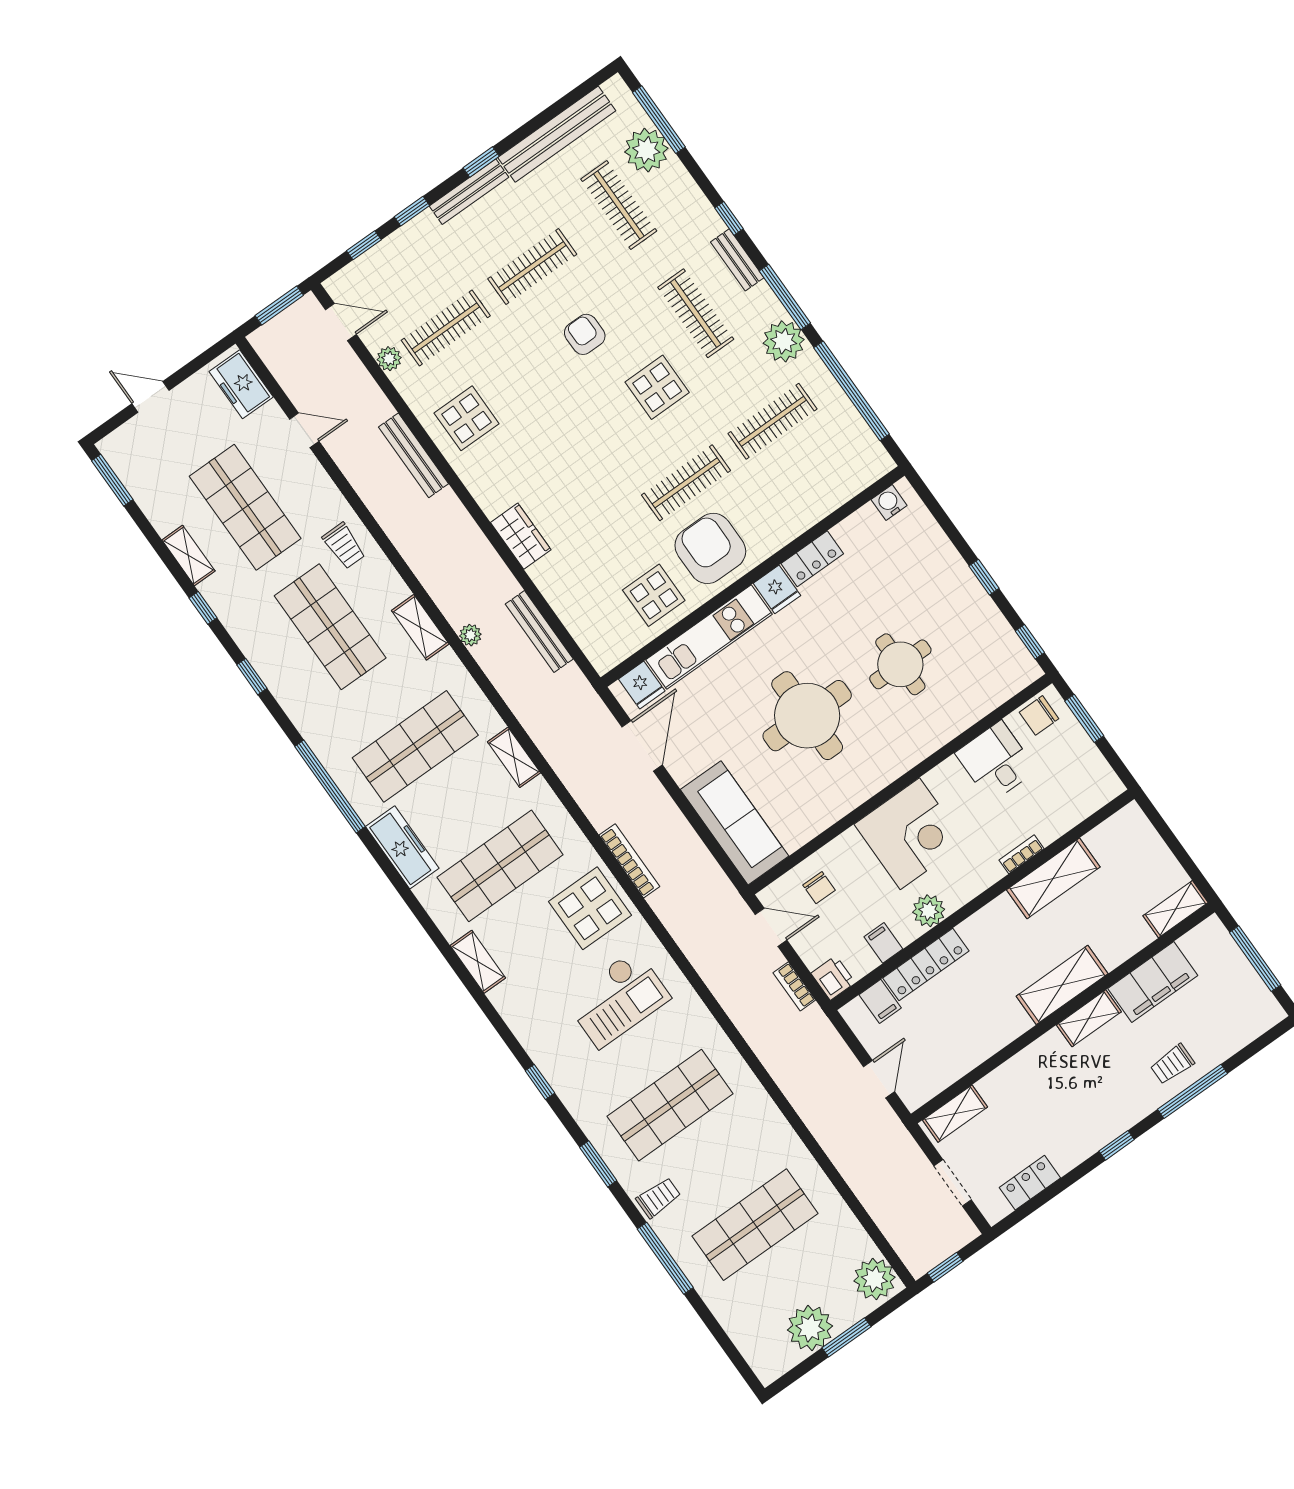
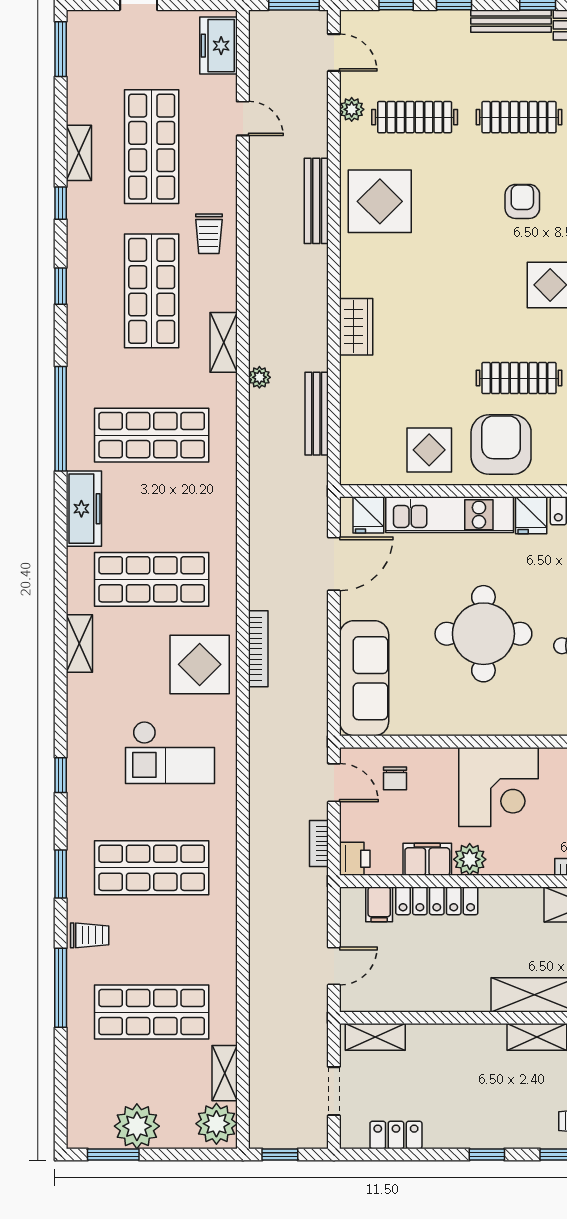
display table: (467, 418) -> (380, 201), width x1.36, depth x1.36
shelving: (514, 757) -> (225, 1073), moved
filing cabinet: (883, 943) -> (427, 859), width x2.00
window: (846, 1337) -> (113, 1154), moved

